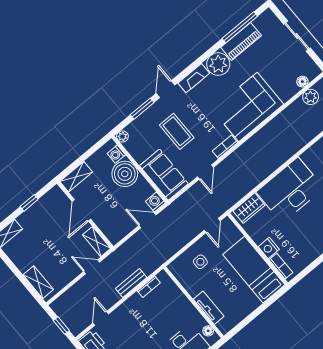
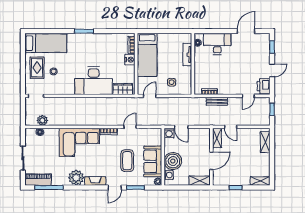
piano: (241, 41) -> (38, 180), moved
sofa: (164, 175) -> (153, 161), moved

